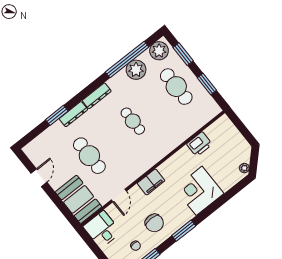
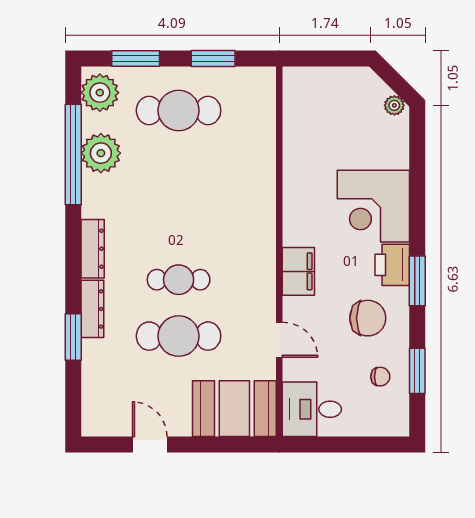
cafe table: (133, 121) -> (179, 280), moved
printer: (199, 144) -> (392, 265), moved, turned 180

